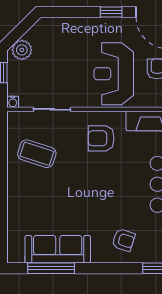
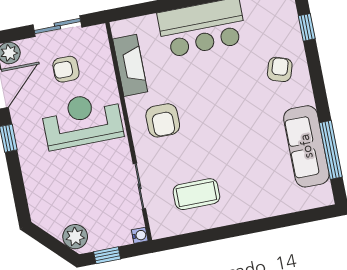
reception desk: (114, 74) -> (82, 120), turned 180
coffee table: (37, 154) -> (196, 194), turned 72

